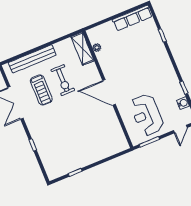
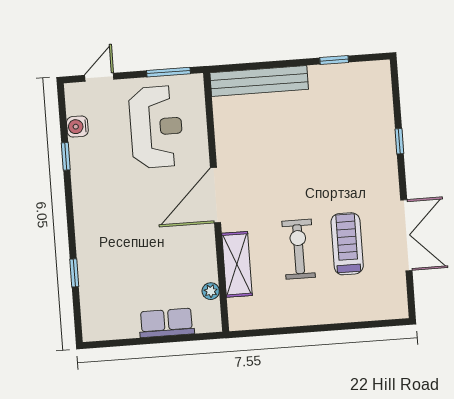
row of seats: (132, 18) -> (167, 323), moved, width x0.68
shelving: (83, 49) -> (237, 264), moved
bench: (32, 59) -> (259, 81), moved
door: (109, 92) -> (216, 195), swing flipped

